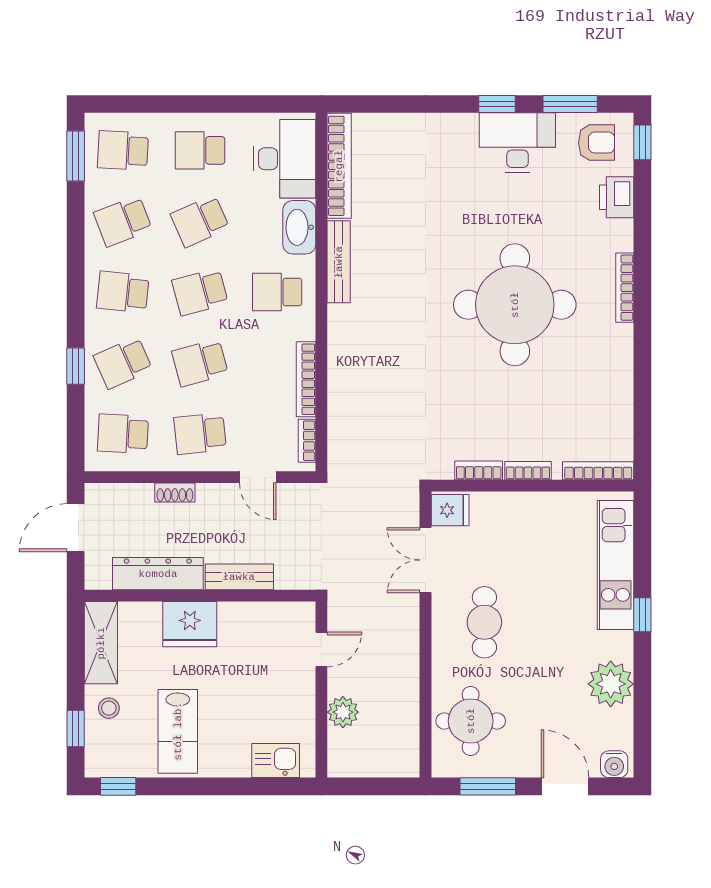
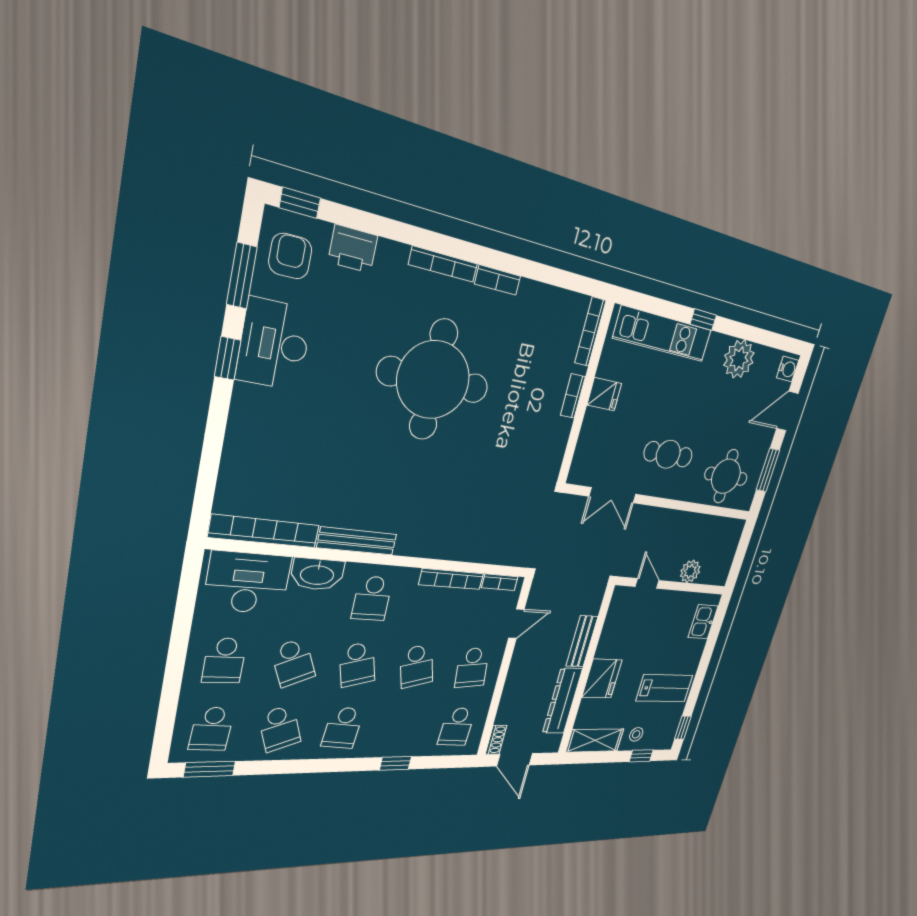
school desk: (123, 363) -> (402, 727), removed
bookcase: (479, 470) -> (498, 280), moved, turned -90
shoe rack: (175, 493) -> (496, 740), moved
fridge: (450, 510) -> (604, 394), moved, turned 90

